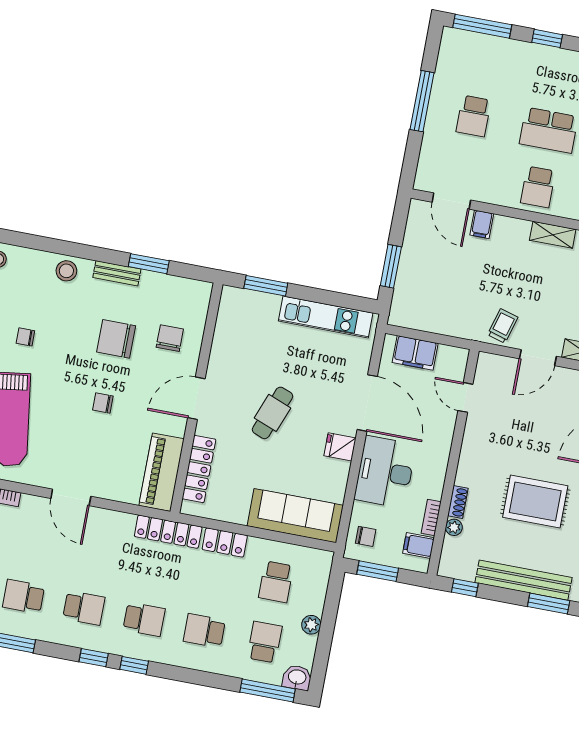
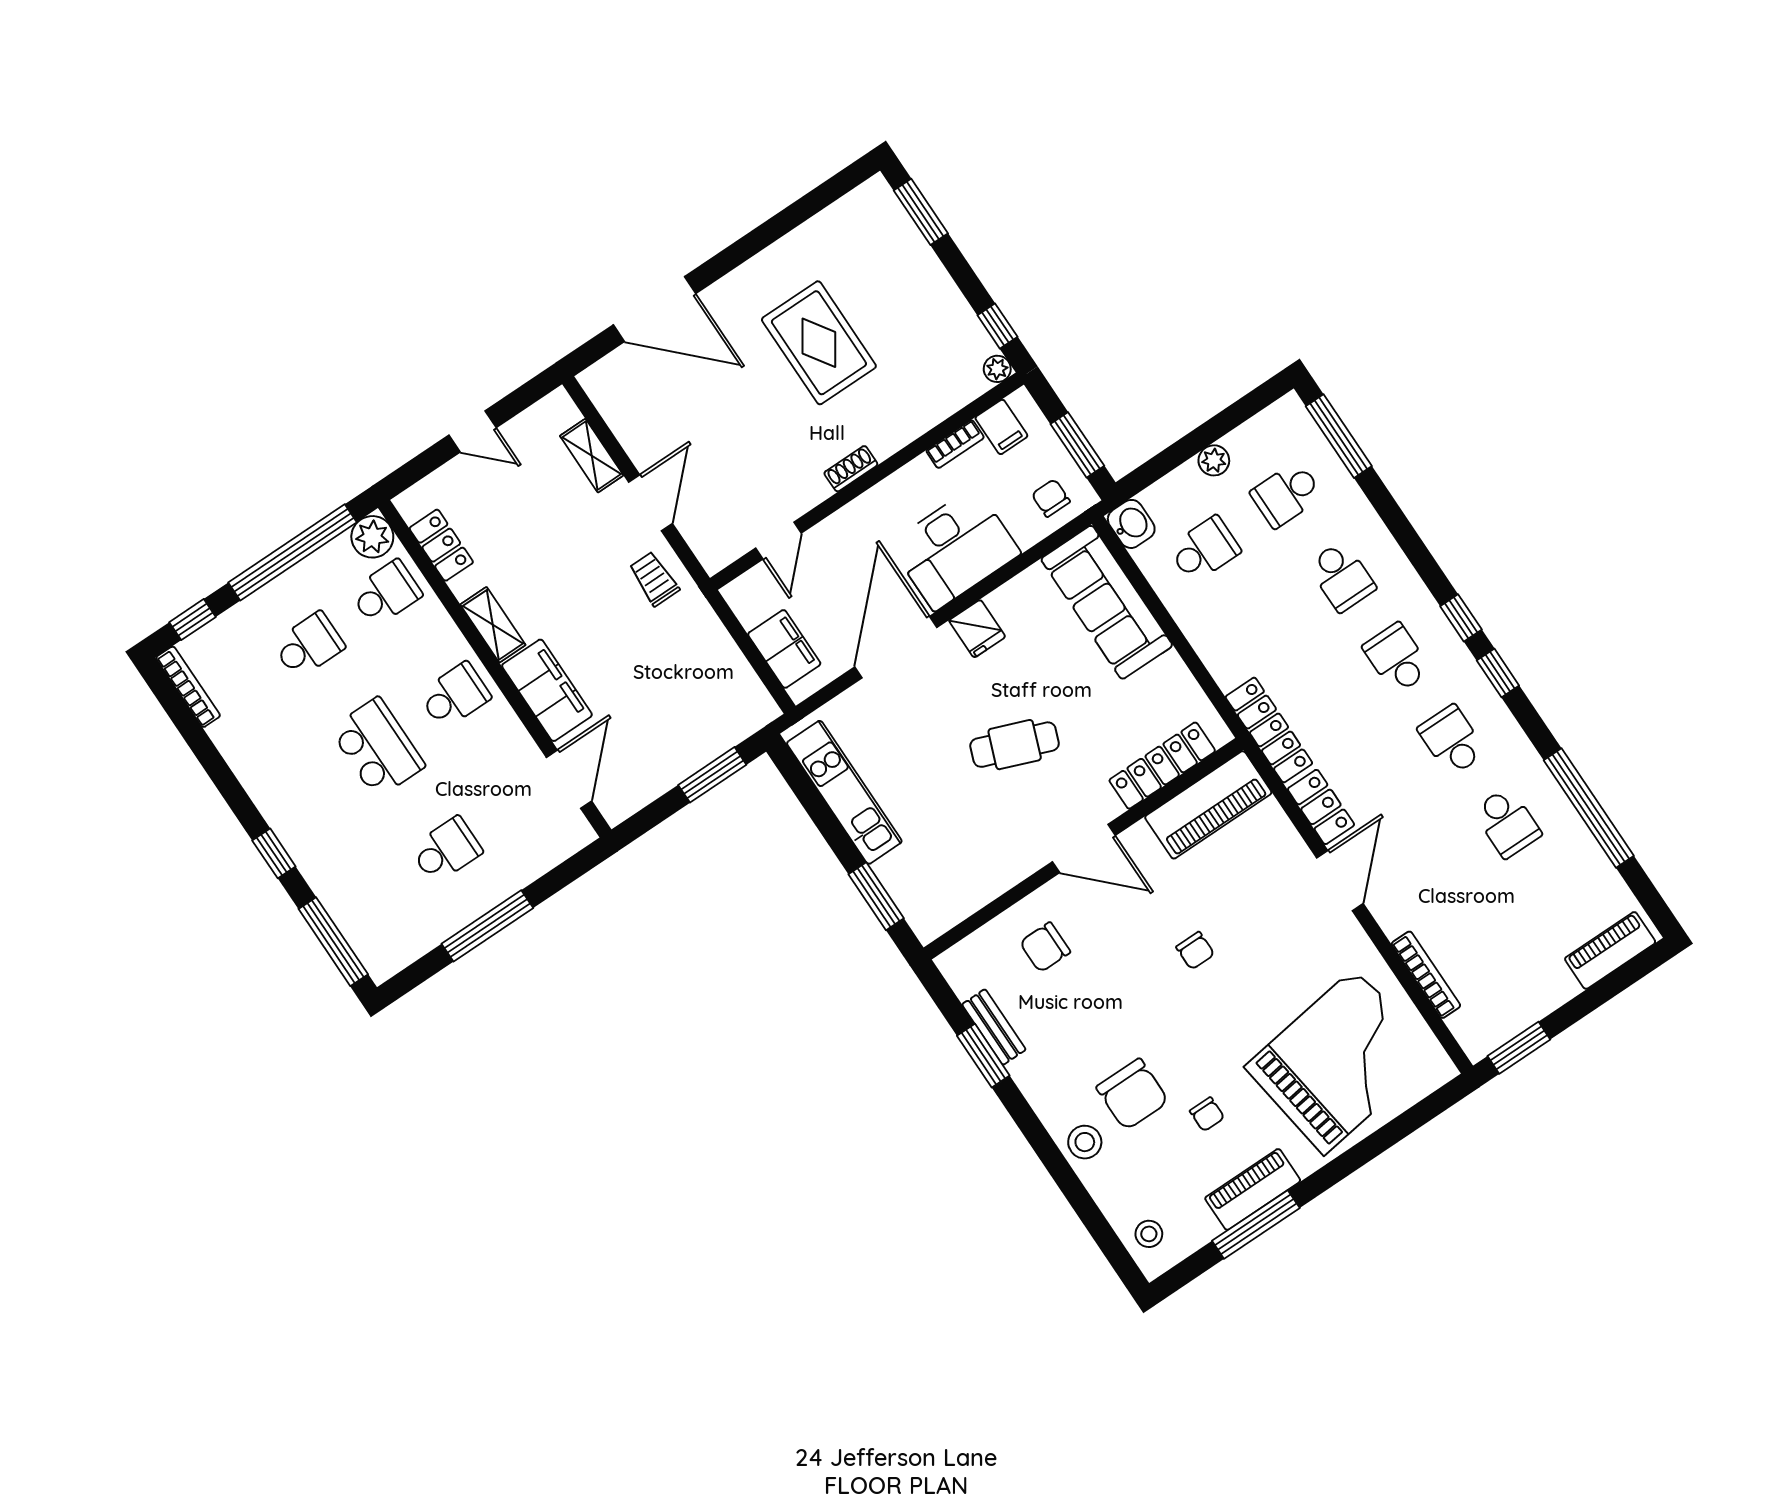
filing cabinet: (482, 224) -> (547, 690), width x3.00, depth x1.17
bench: (117, 273) -> (994, 1027), moved
trolley: (503, 326) -> (654, 579), turned 74
chair: (116, 339) -> (1132, 1094), moved
door: (538, 358) -> (651, 503), hinge flipped
shoe rack: (458, 502) -> (851, 469), moved
plant: (454, 527) -> (997, 369), moved
locker: (225, 542) -> (1321, 807), moved
bench: (524, 580) -> (922, 267), removed
washbasin: (297, 678) -> (1131, 524), moved, turned 180

